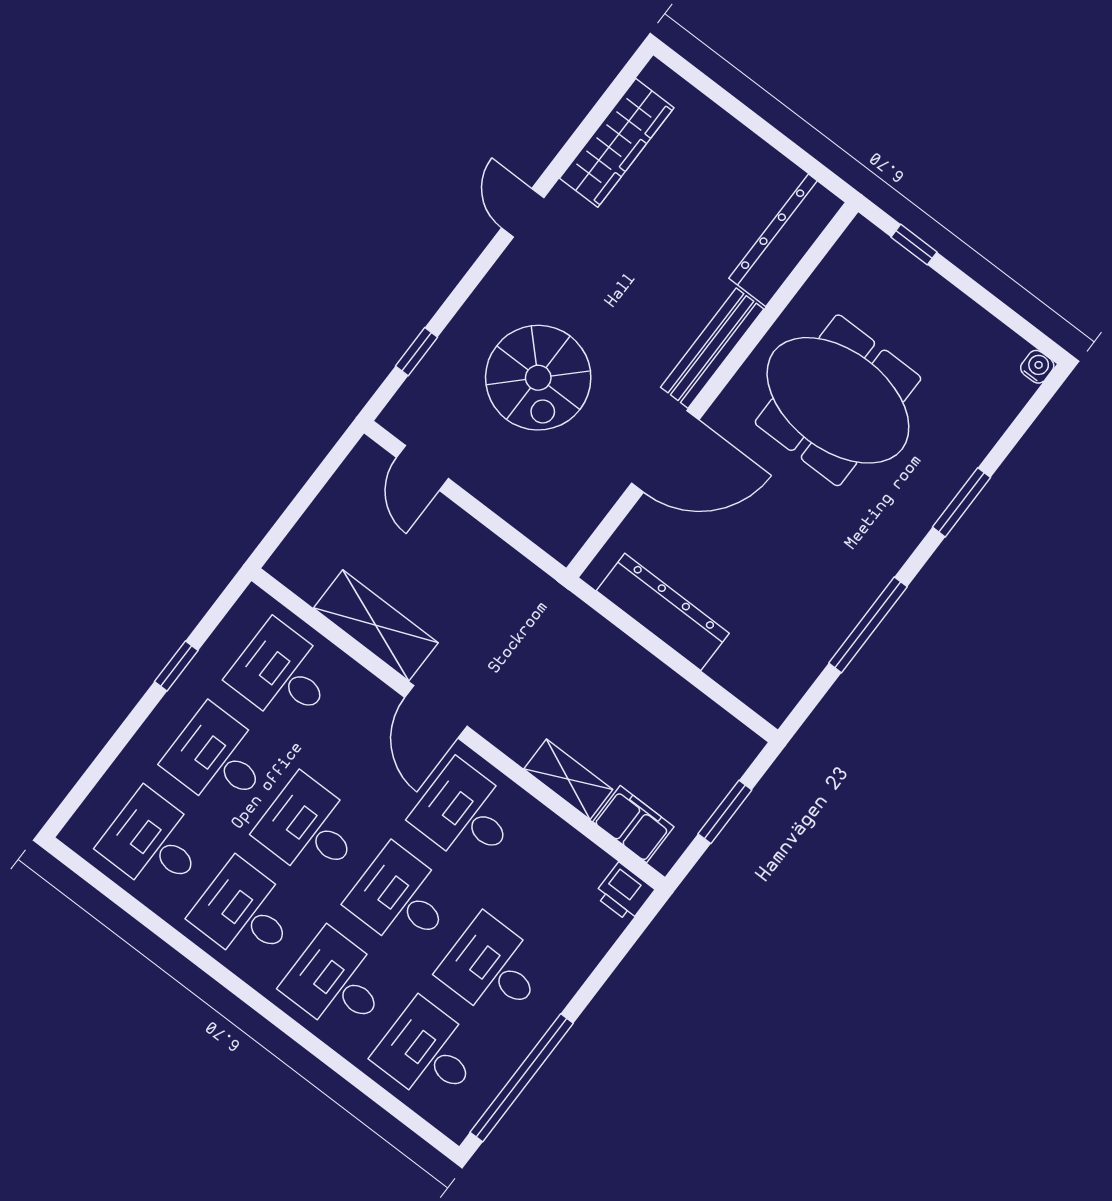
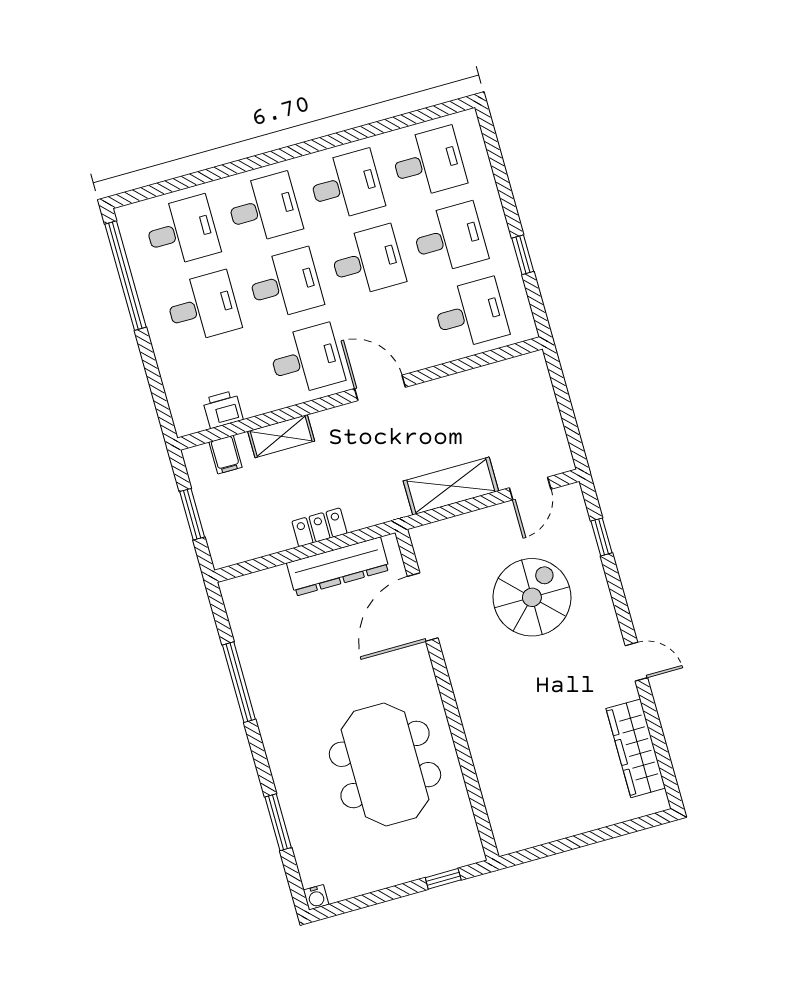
dresser: (787, 240) -> (502, 806), removed
bench: (712, 348) -> (472, 713), removed
spiral stairs: (538, 378) -> (532, 597), turned 90
meeting table: (838, 400) -> (385, 764), turned 90
door: (665, 452) -> (423, 607), moved
door: (422, 468) -> (530, 489), swing flipped
window: (962, 502) -> (278, 822), moved
shelving: (376, 625) -> (451, 486), moved
locker: (635, 664) -> (319, 527), added
filing cabinet: (633, 824) -> (226, 455), width x0.50
printer: (624, 892) -> (223, 409), moved

